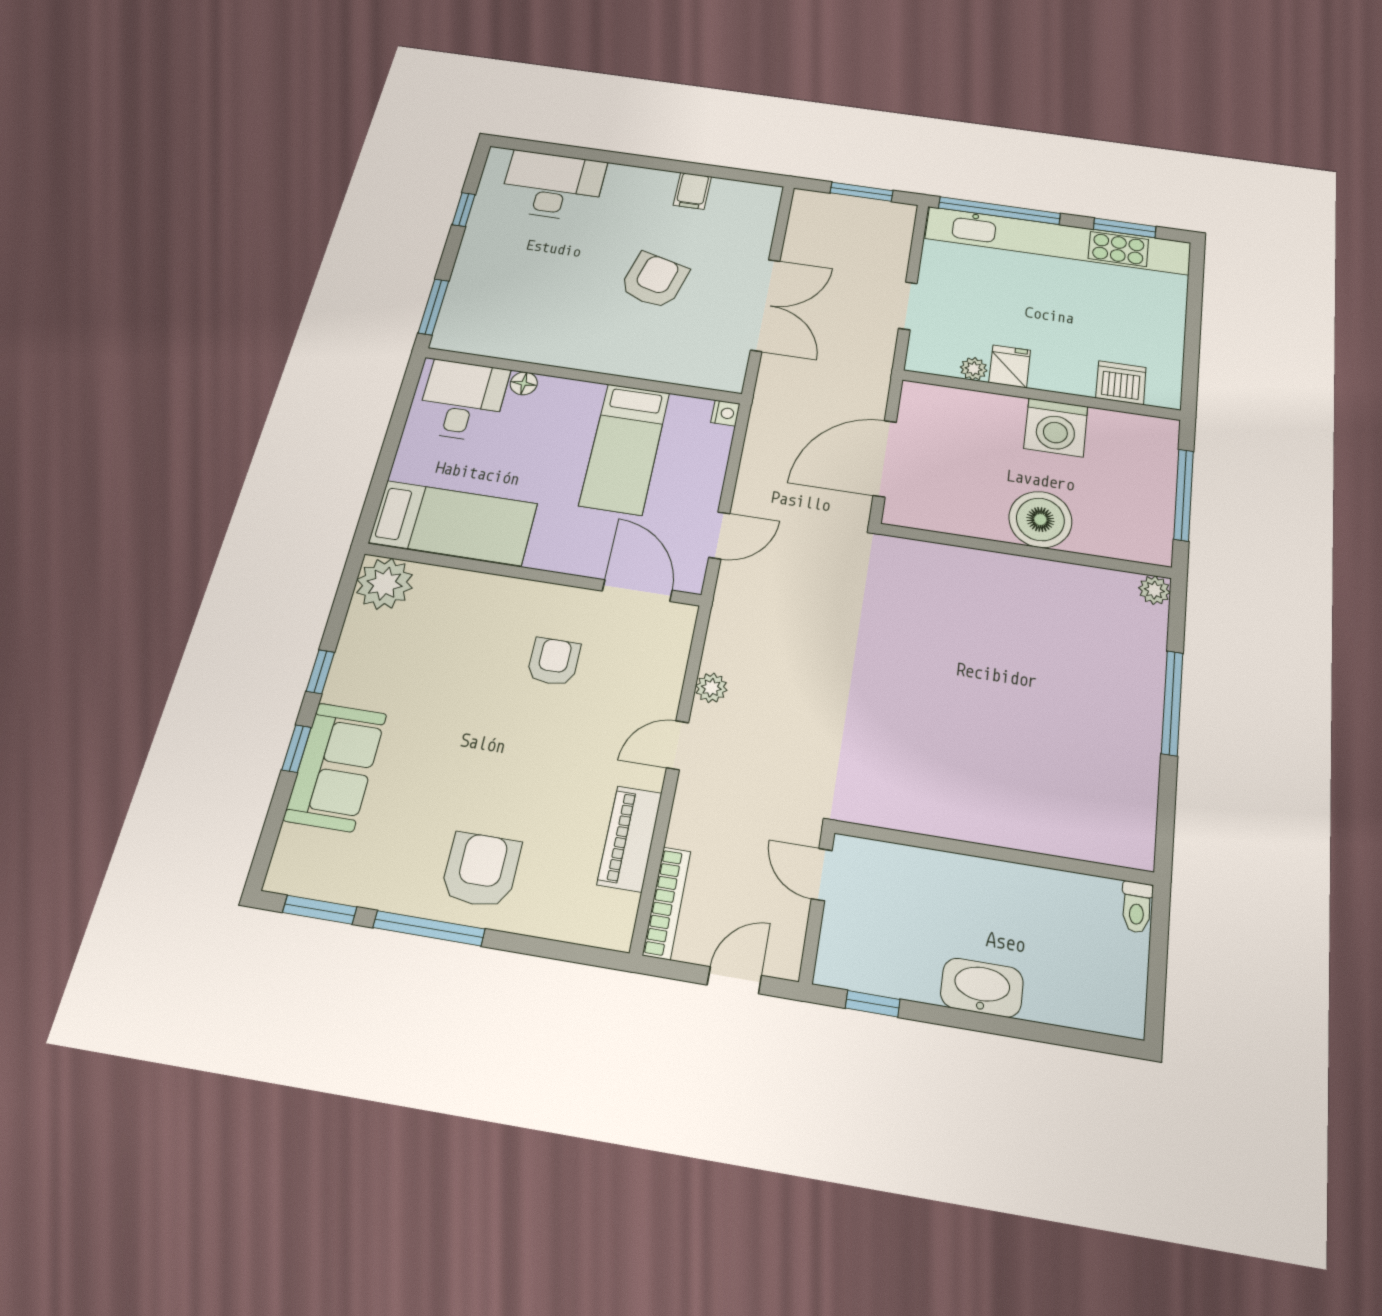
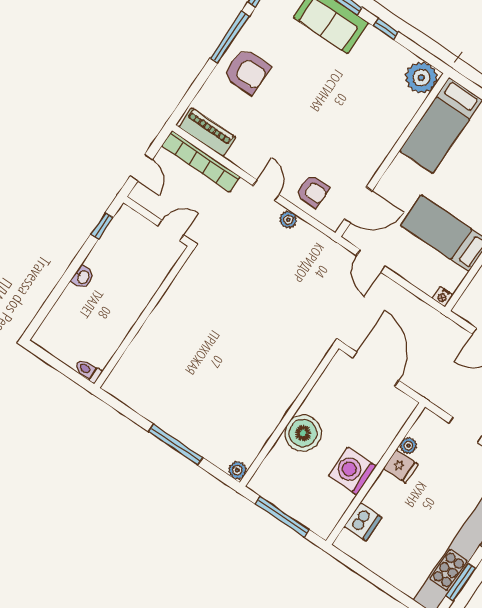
armchair: (554, 662) -> (313, 191), moved
piano: (630, 839) -> (207, 132), moved
bookcase: (667, 903) -> (201, 161), width x1.48, depth x1.31
washbasin: (982, 988) -> (83, 277), width x0.52, depth x0.69

